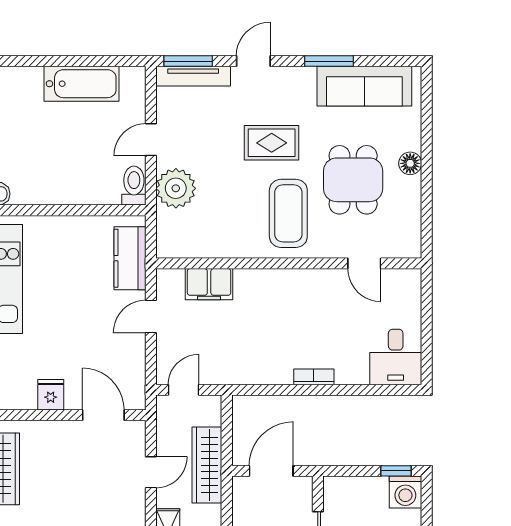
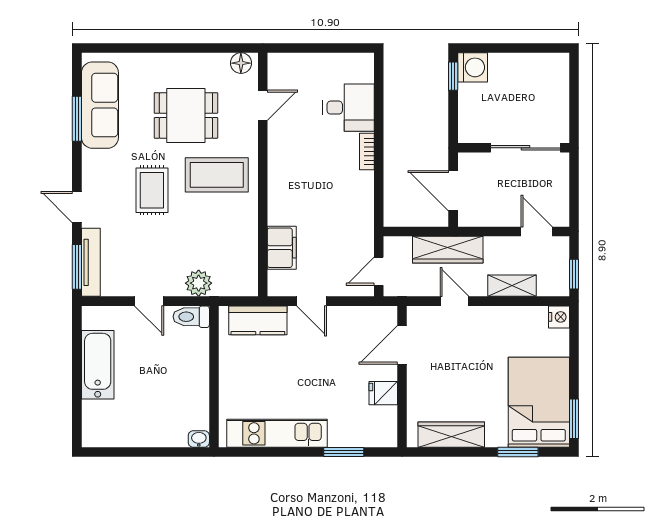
window: (329, 61) -> (77, 119), moved
floor lamp: (410, 163) -> (241, 63), moved
plant: (176, 188) -> (199, 283), width x0.73, depth x0.73
desk: (396, 357) -> (349, 108), moved
door: (183, 390) -> (379, 271), hinge flipped

